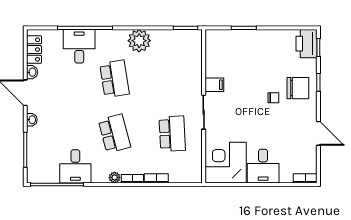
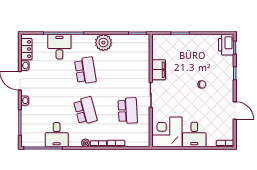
filing cabinet: (214, 85) -> (159, 70), width x2.00
chair: (298, 88) -> (220, 77), removed

